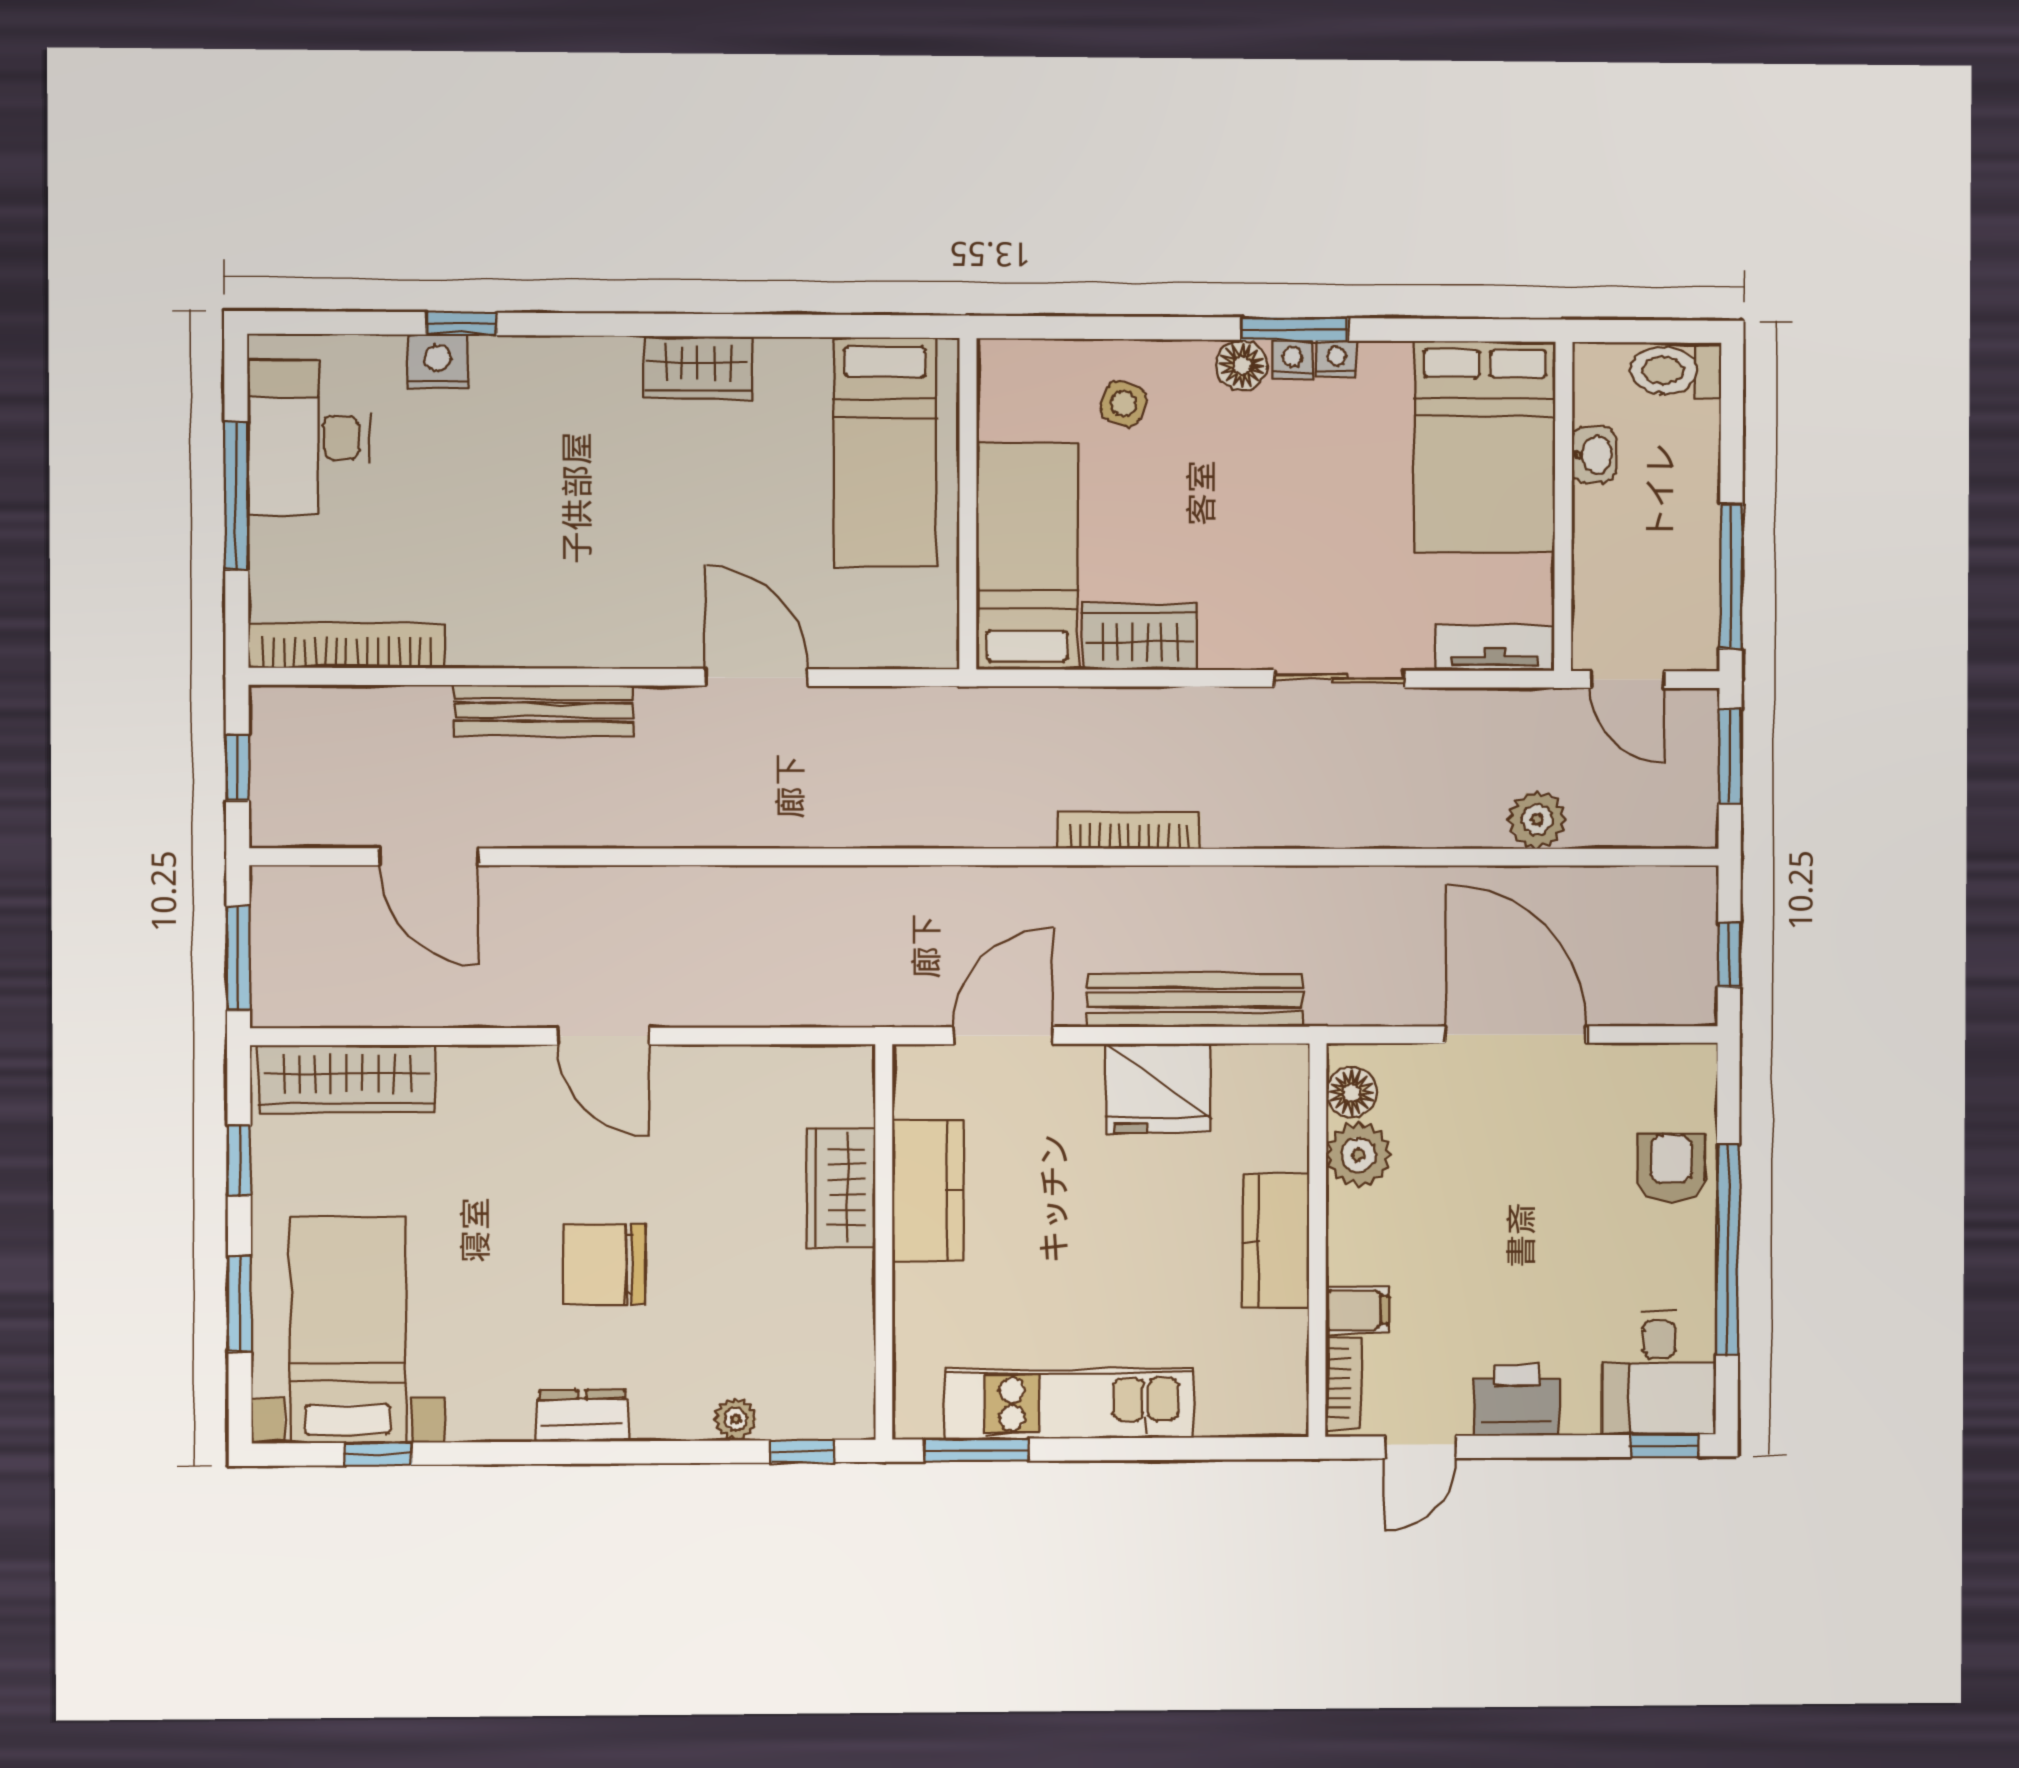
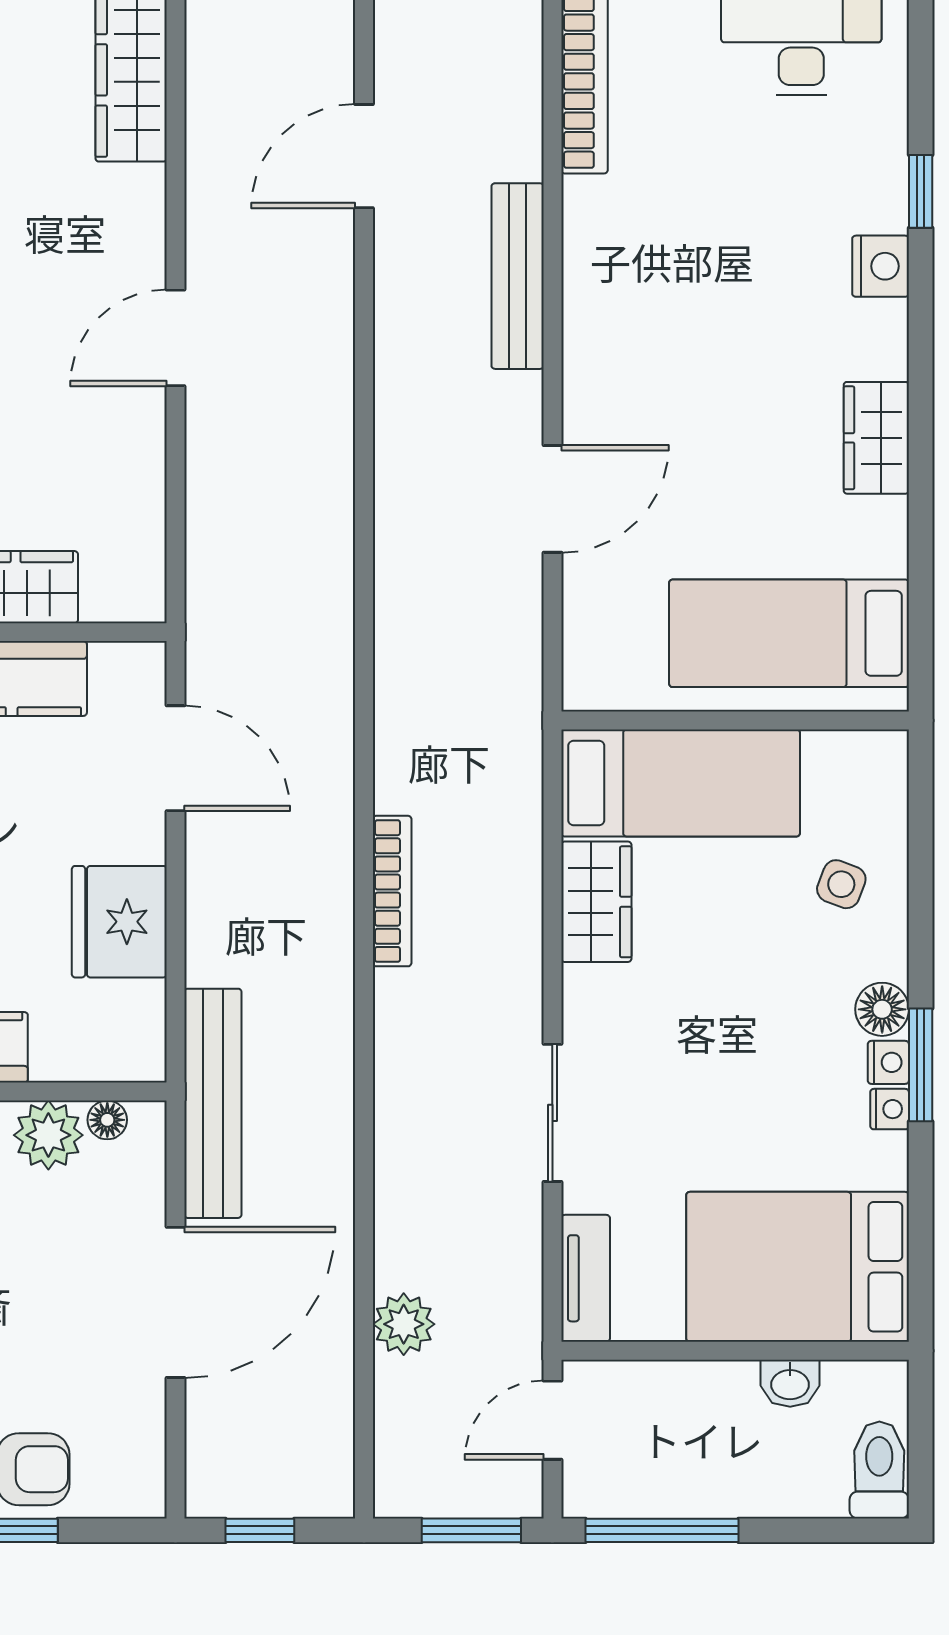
nightstand: (438, 362) -> (881, 266), moved
bench: (1195, 1000) -> (213, 1103), moved
floor lamp: (1351, 1092) -> (107, 1120), width x0.73, depth x0.73

